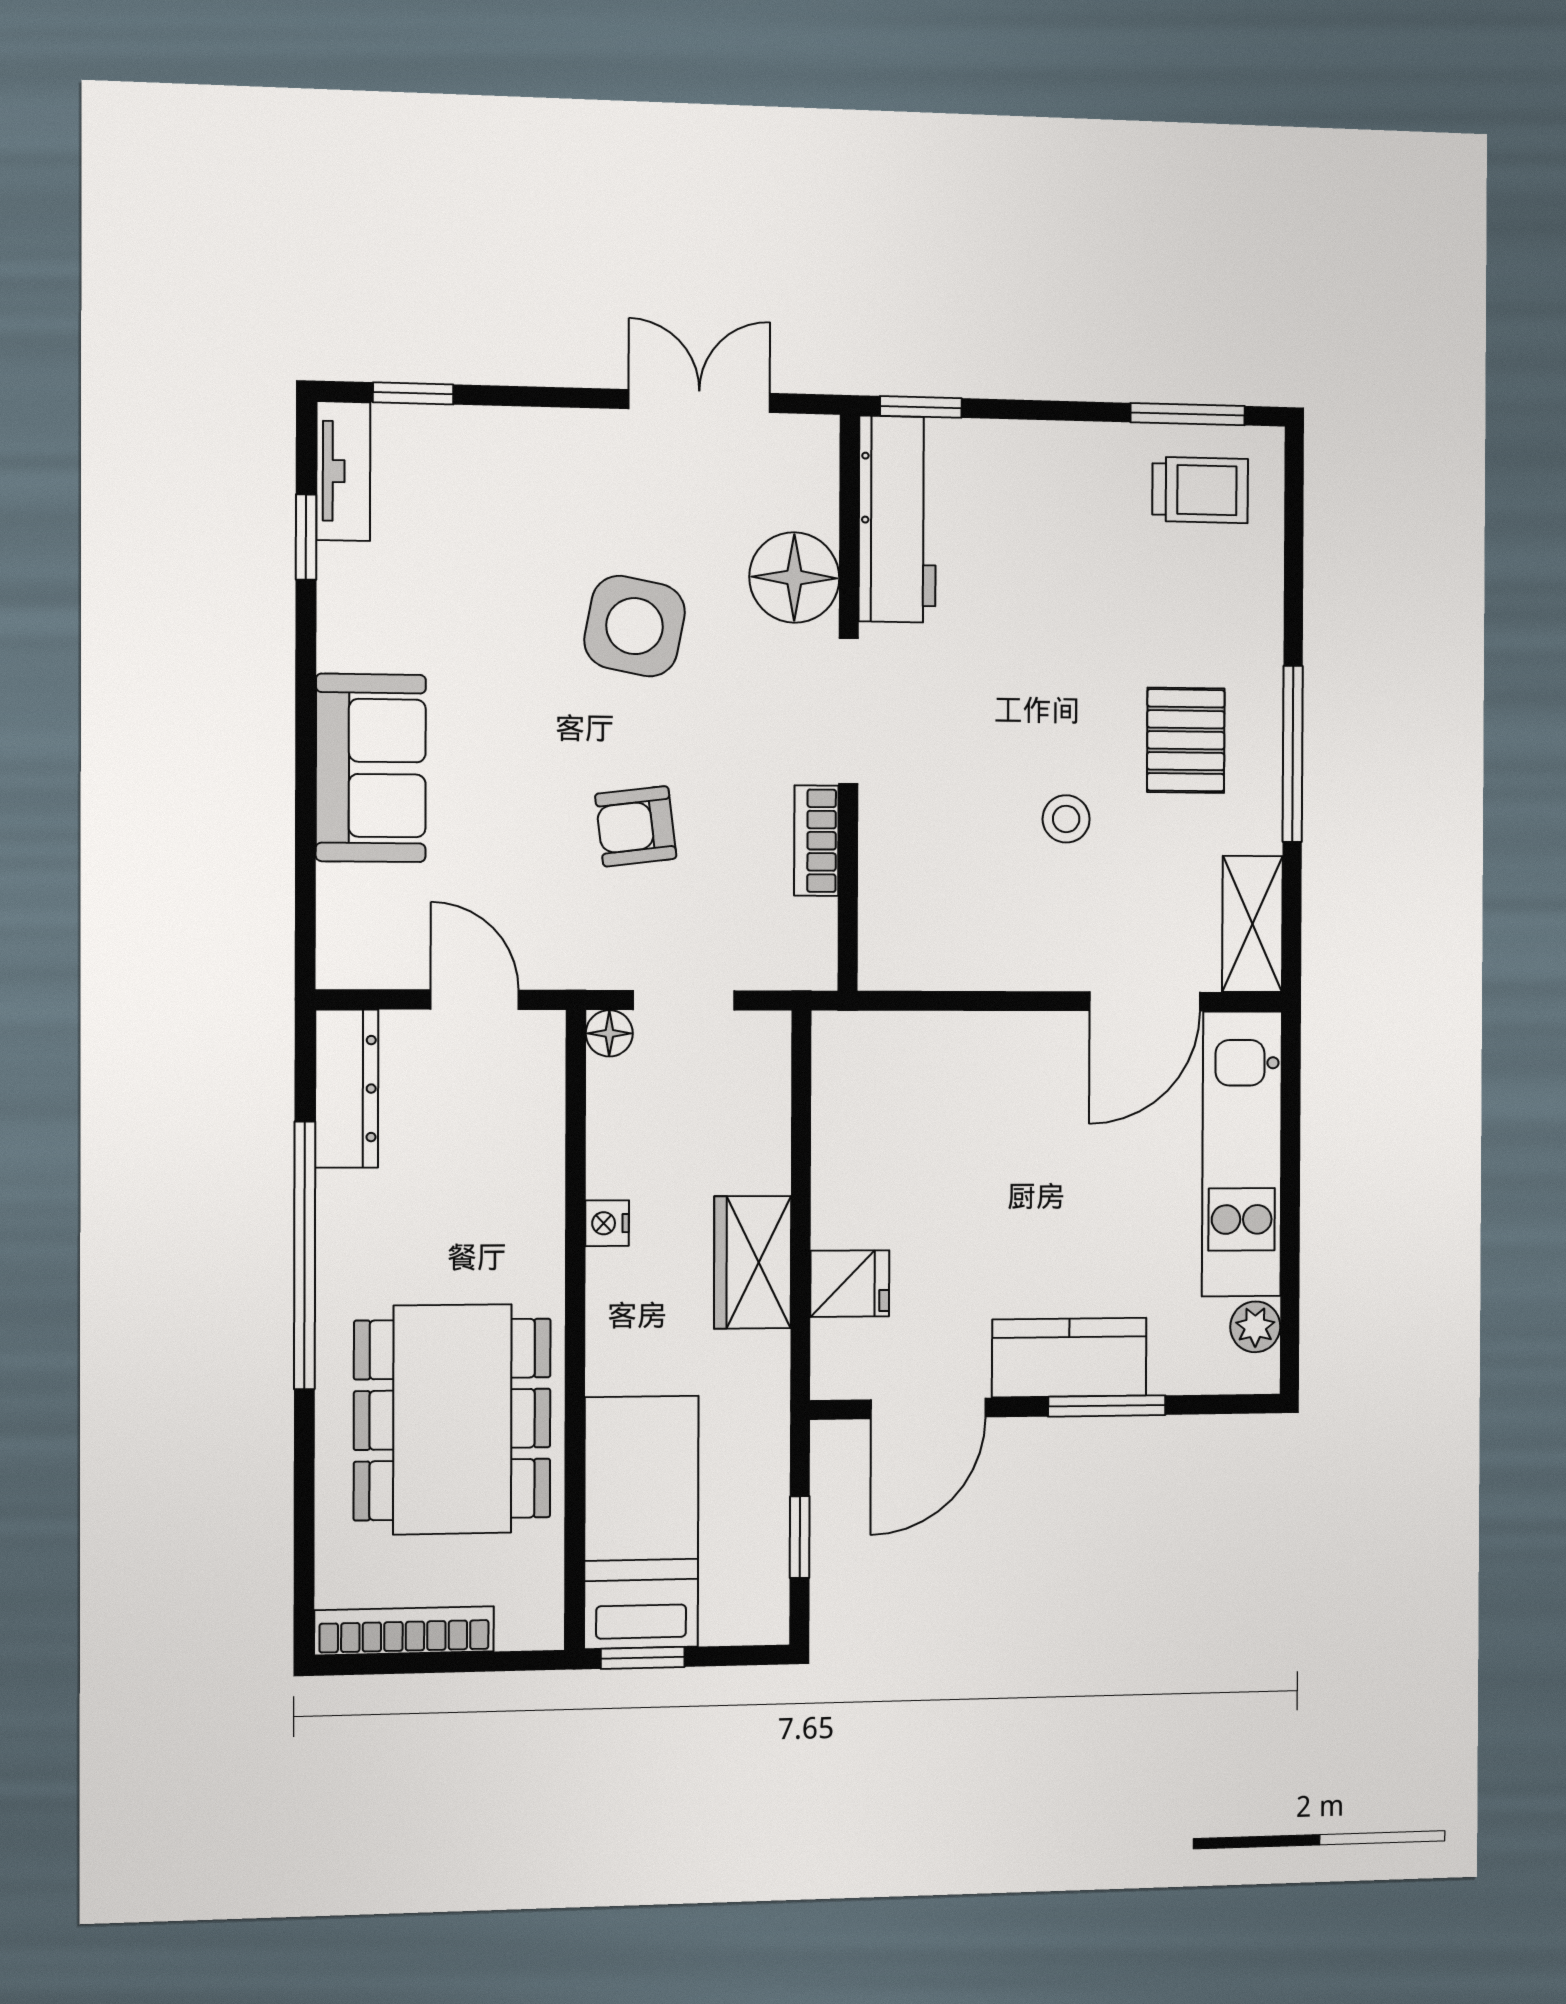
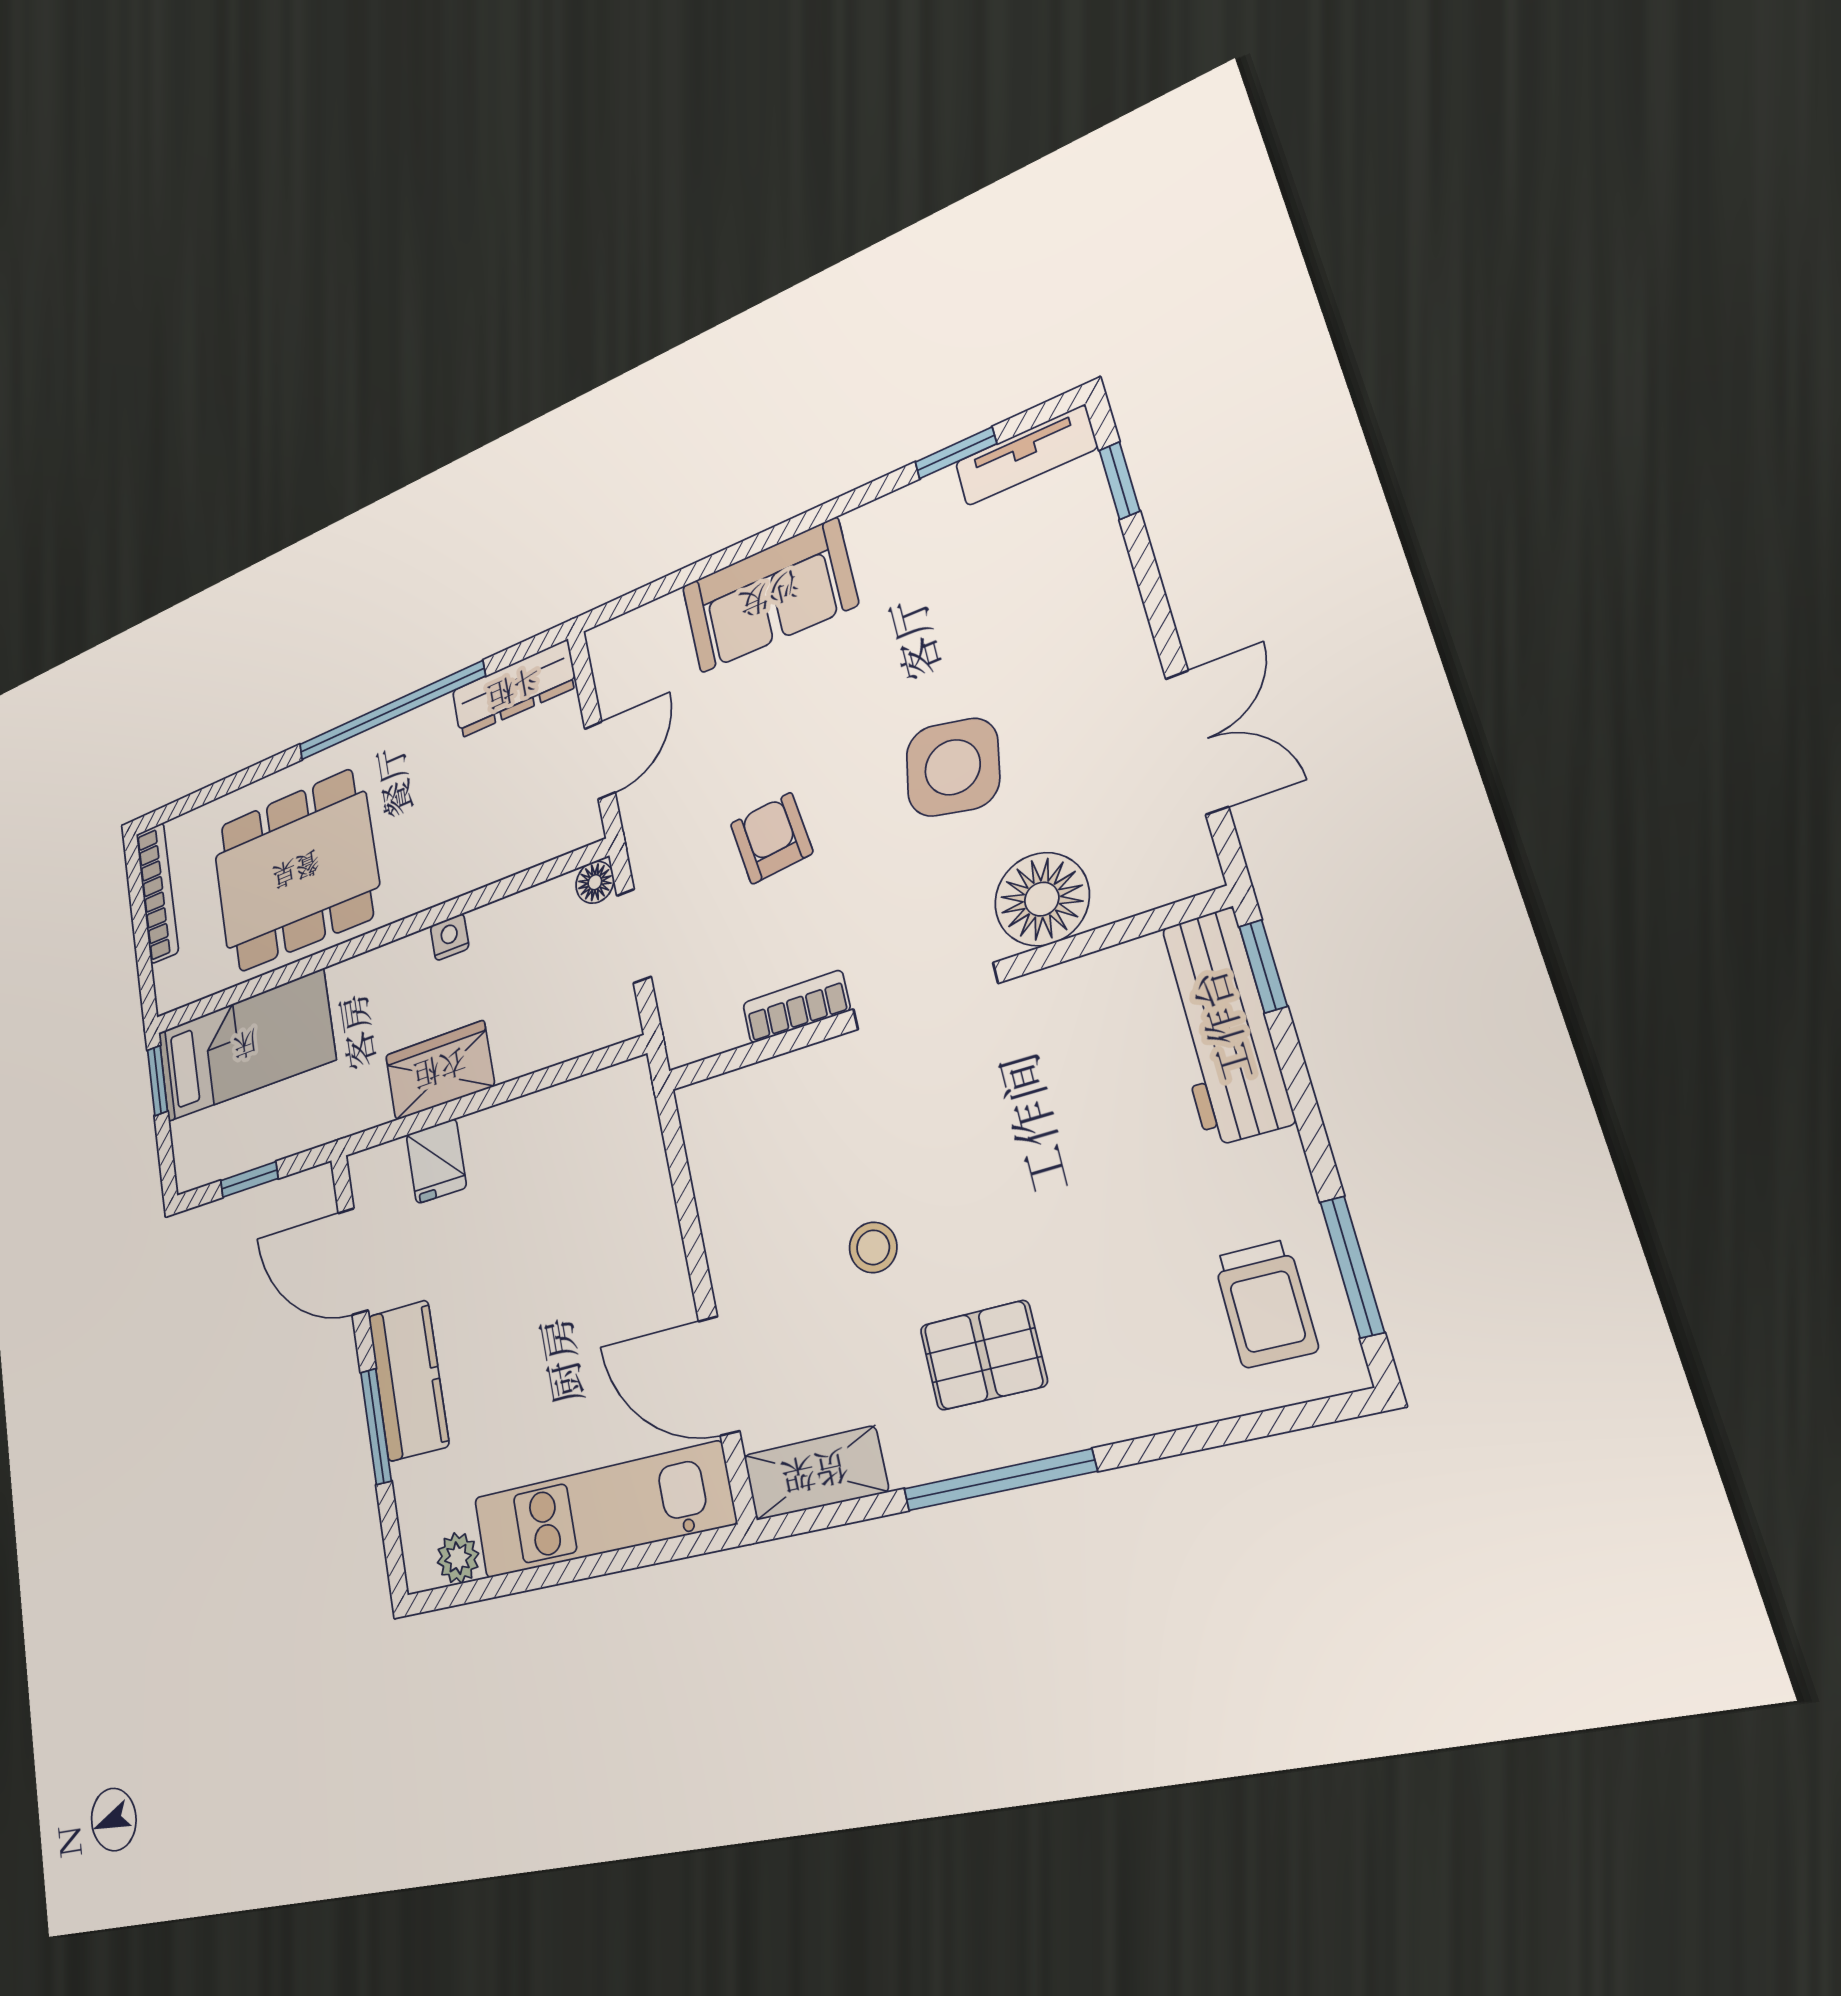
workbench: (897, 519) -> (1221, 1026), moved, turned 90

